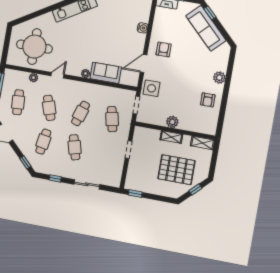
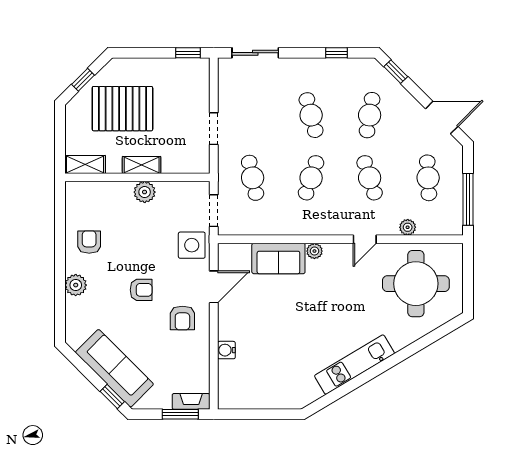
armchair: (184, 69) -> (141, 290), added
sliding door: (87, 184) -> (255, 53), moved

